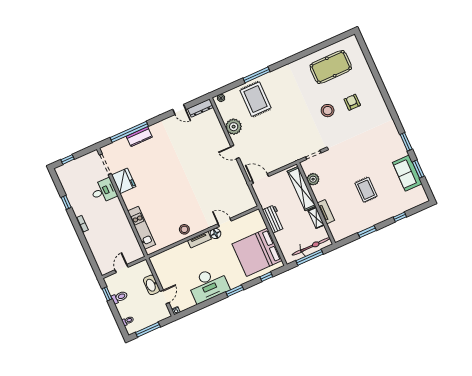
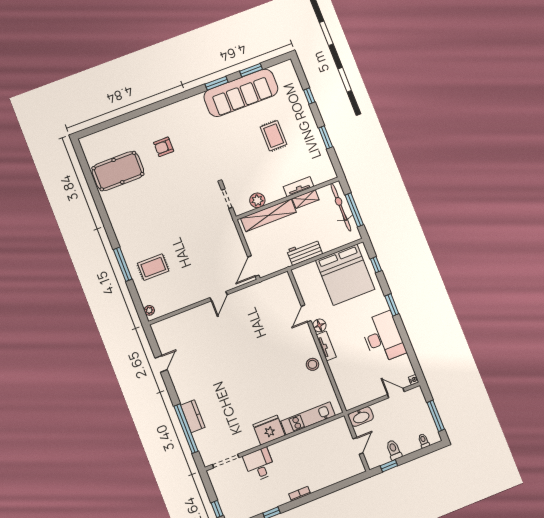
pool table: (331, 67) -> (118, 171), turned 90
rug: (255, 99) -> (153, 267), width x0.73, depth x0.70
dresser: (200, 108) -> (161, 337), removed
stool: (328, 111) -> (172, 178), removed
plant: (234, 127) -> (186, 296), removed
sofa: (407, 173) -> (241, 93), width x1.85, depth x1.27
fridge: (124, 181) -> (269, 430), moved
rug: (366, 190) -> (274, 136), turned 90
door: (122, 268) -> (358, 446), swing flipped
washbasin: (152, 285) -> (361, 417), moved

